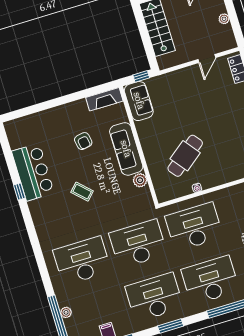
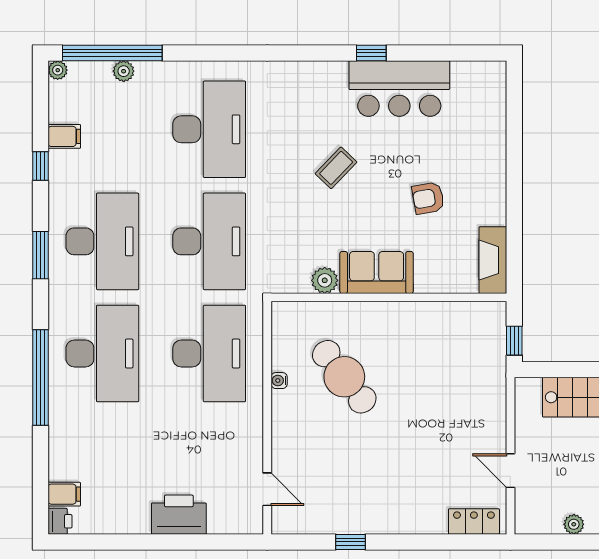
sofa: (139, 101) -> (471, 322), removed
sofa: (126, 149) -> (377, 273), width x0.73

